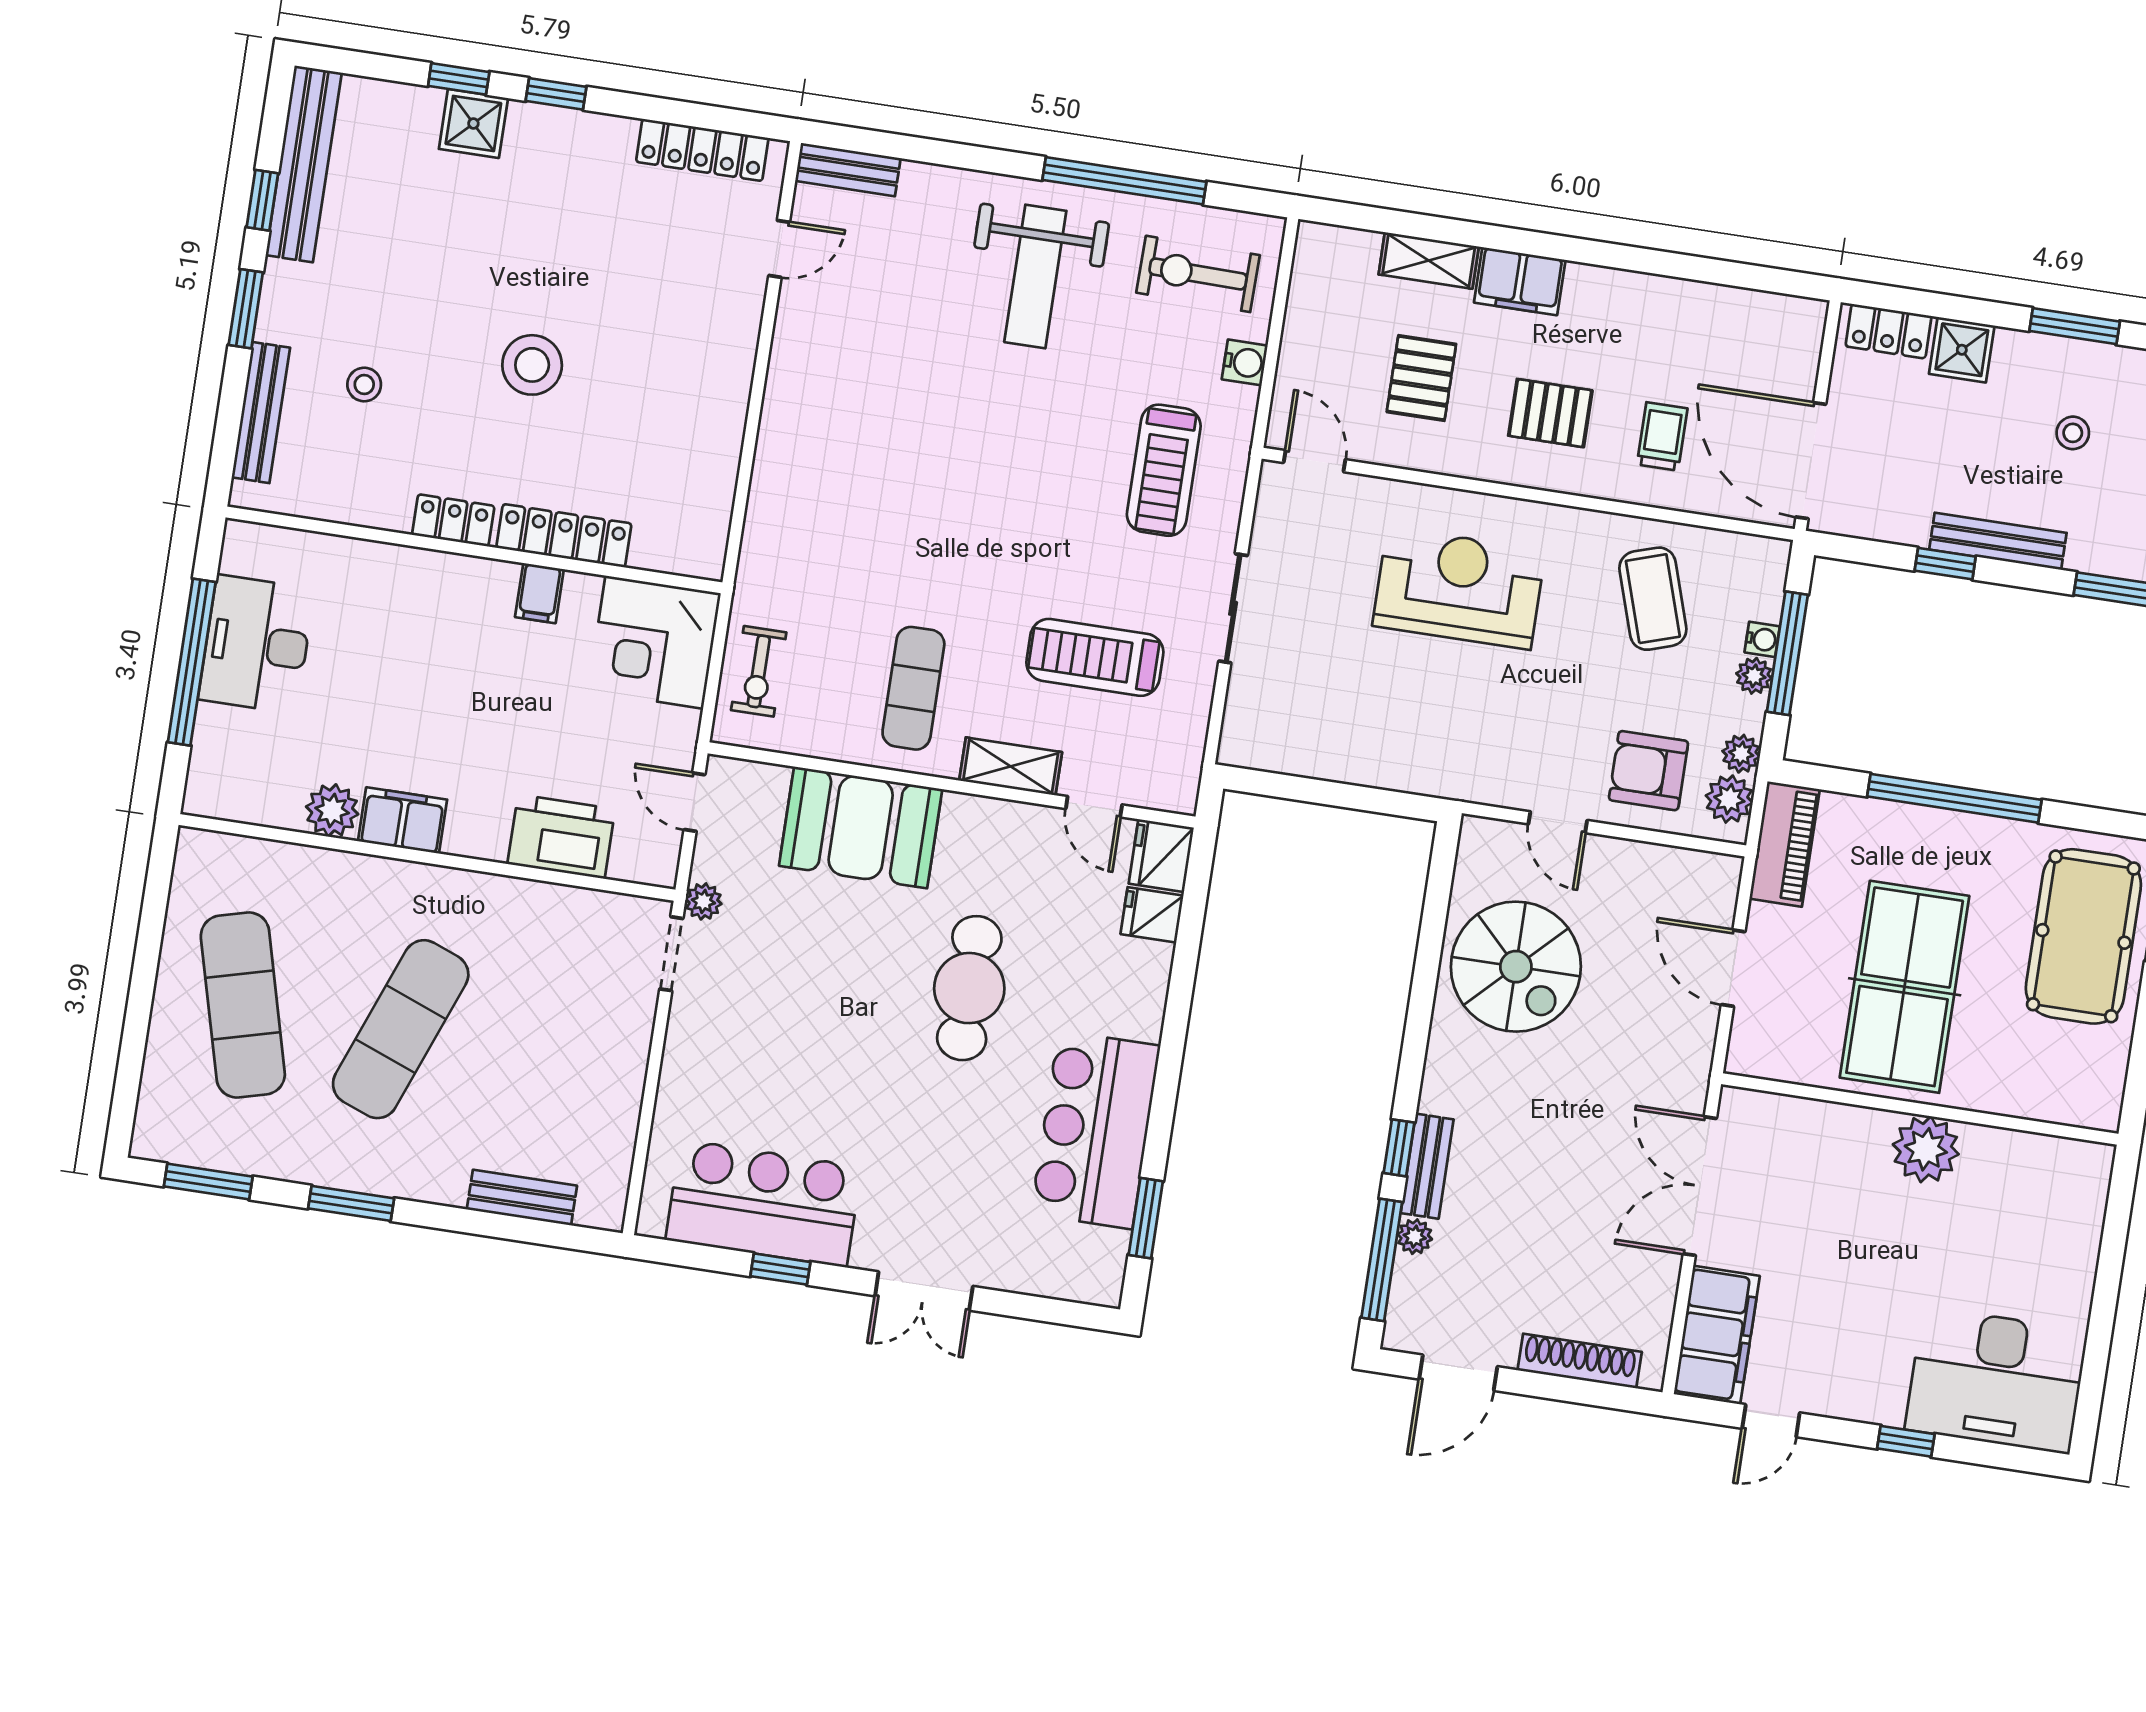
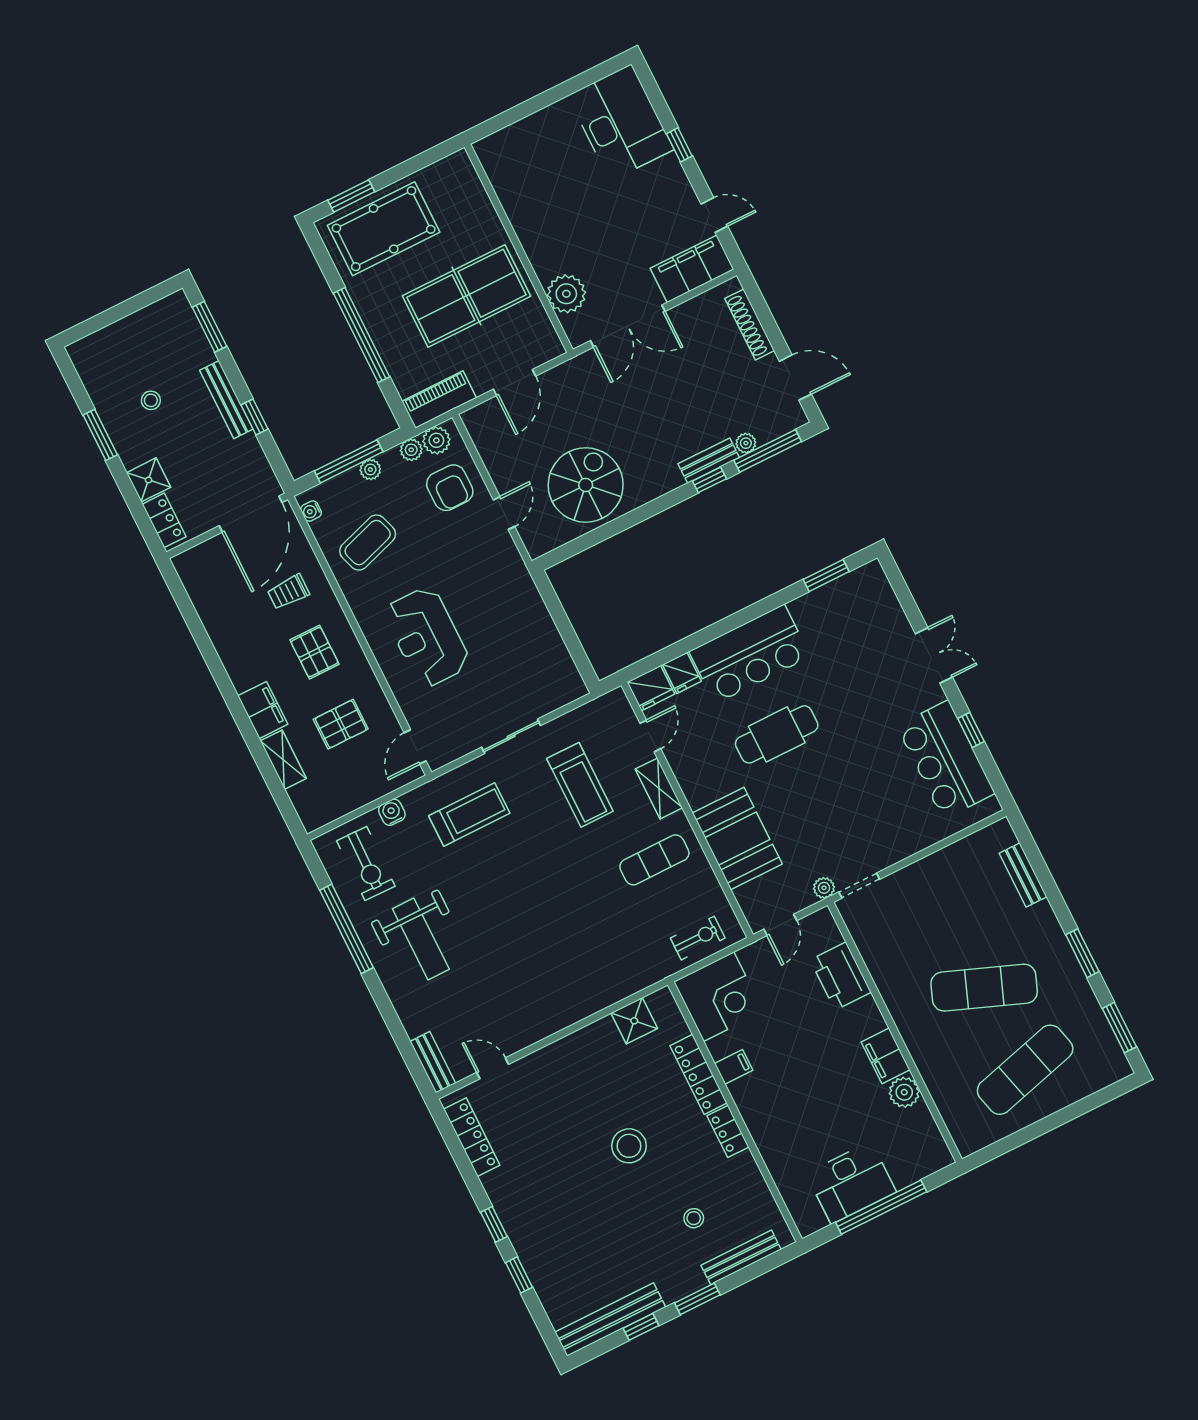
shower: (473, 123) -> (634, 1021), moved
weight bench: (1035, 276) -> (421, 939), turned 90
water cooler: (1762, 639) -> (311, 511), moved, turned -90
bar counter: (1095, 1130) -> (750, 654), moved
plant: (1926, 1149) -> (566, 294), moved

